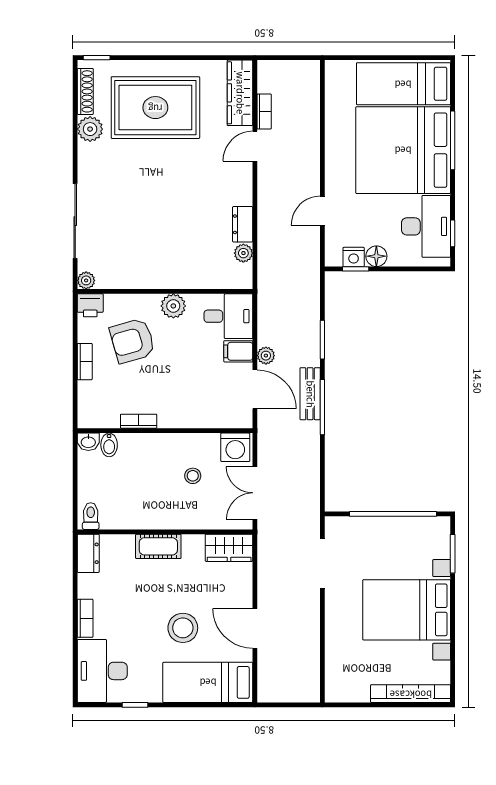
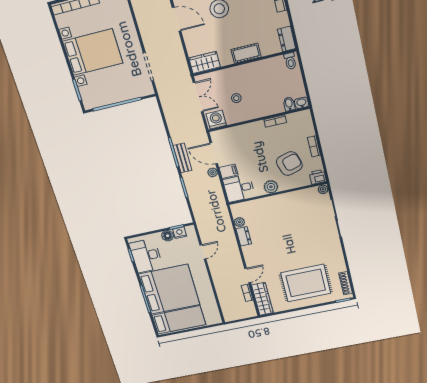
plant: (90, 129) -> (339, 266), removed

